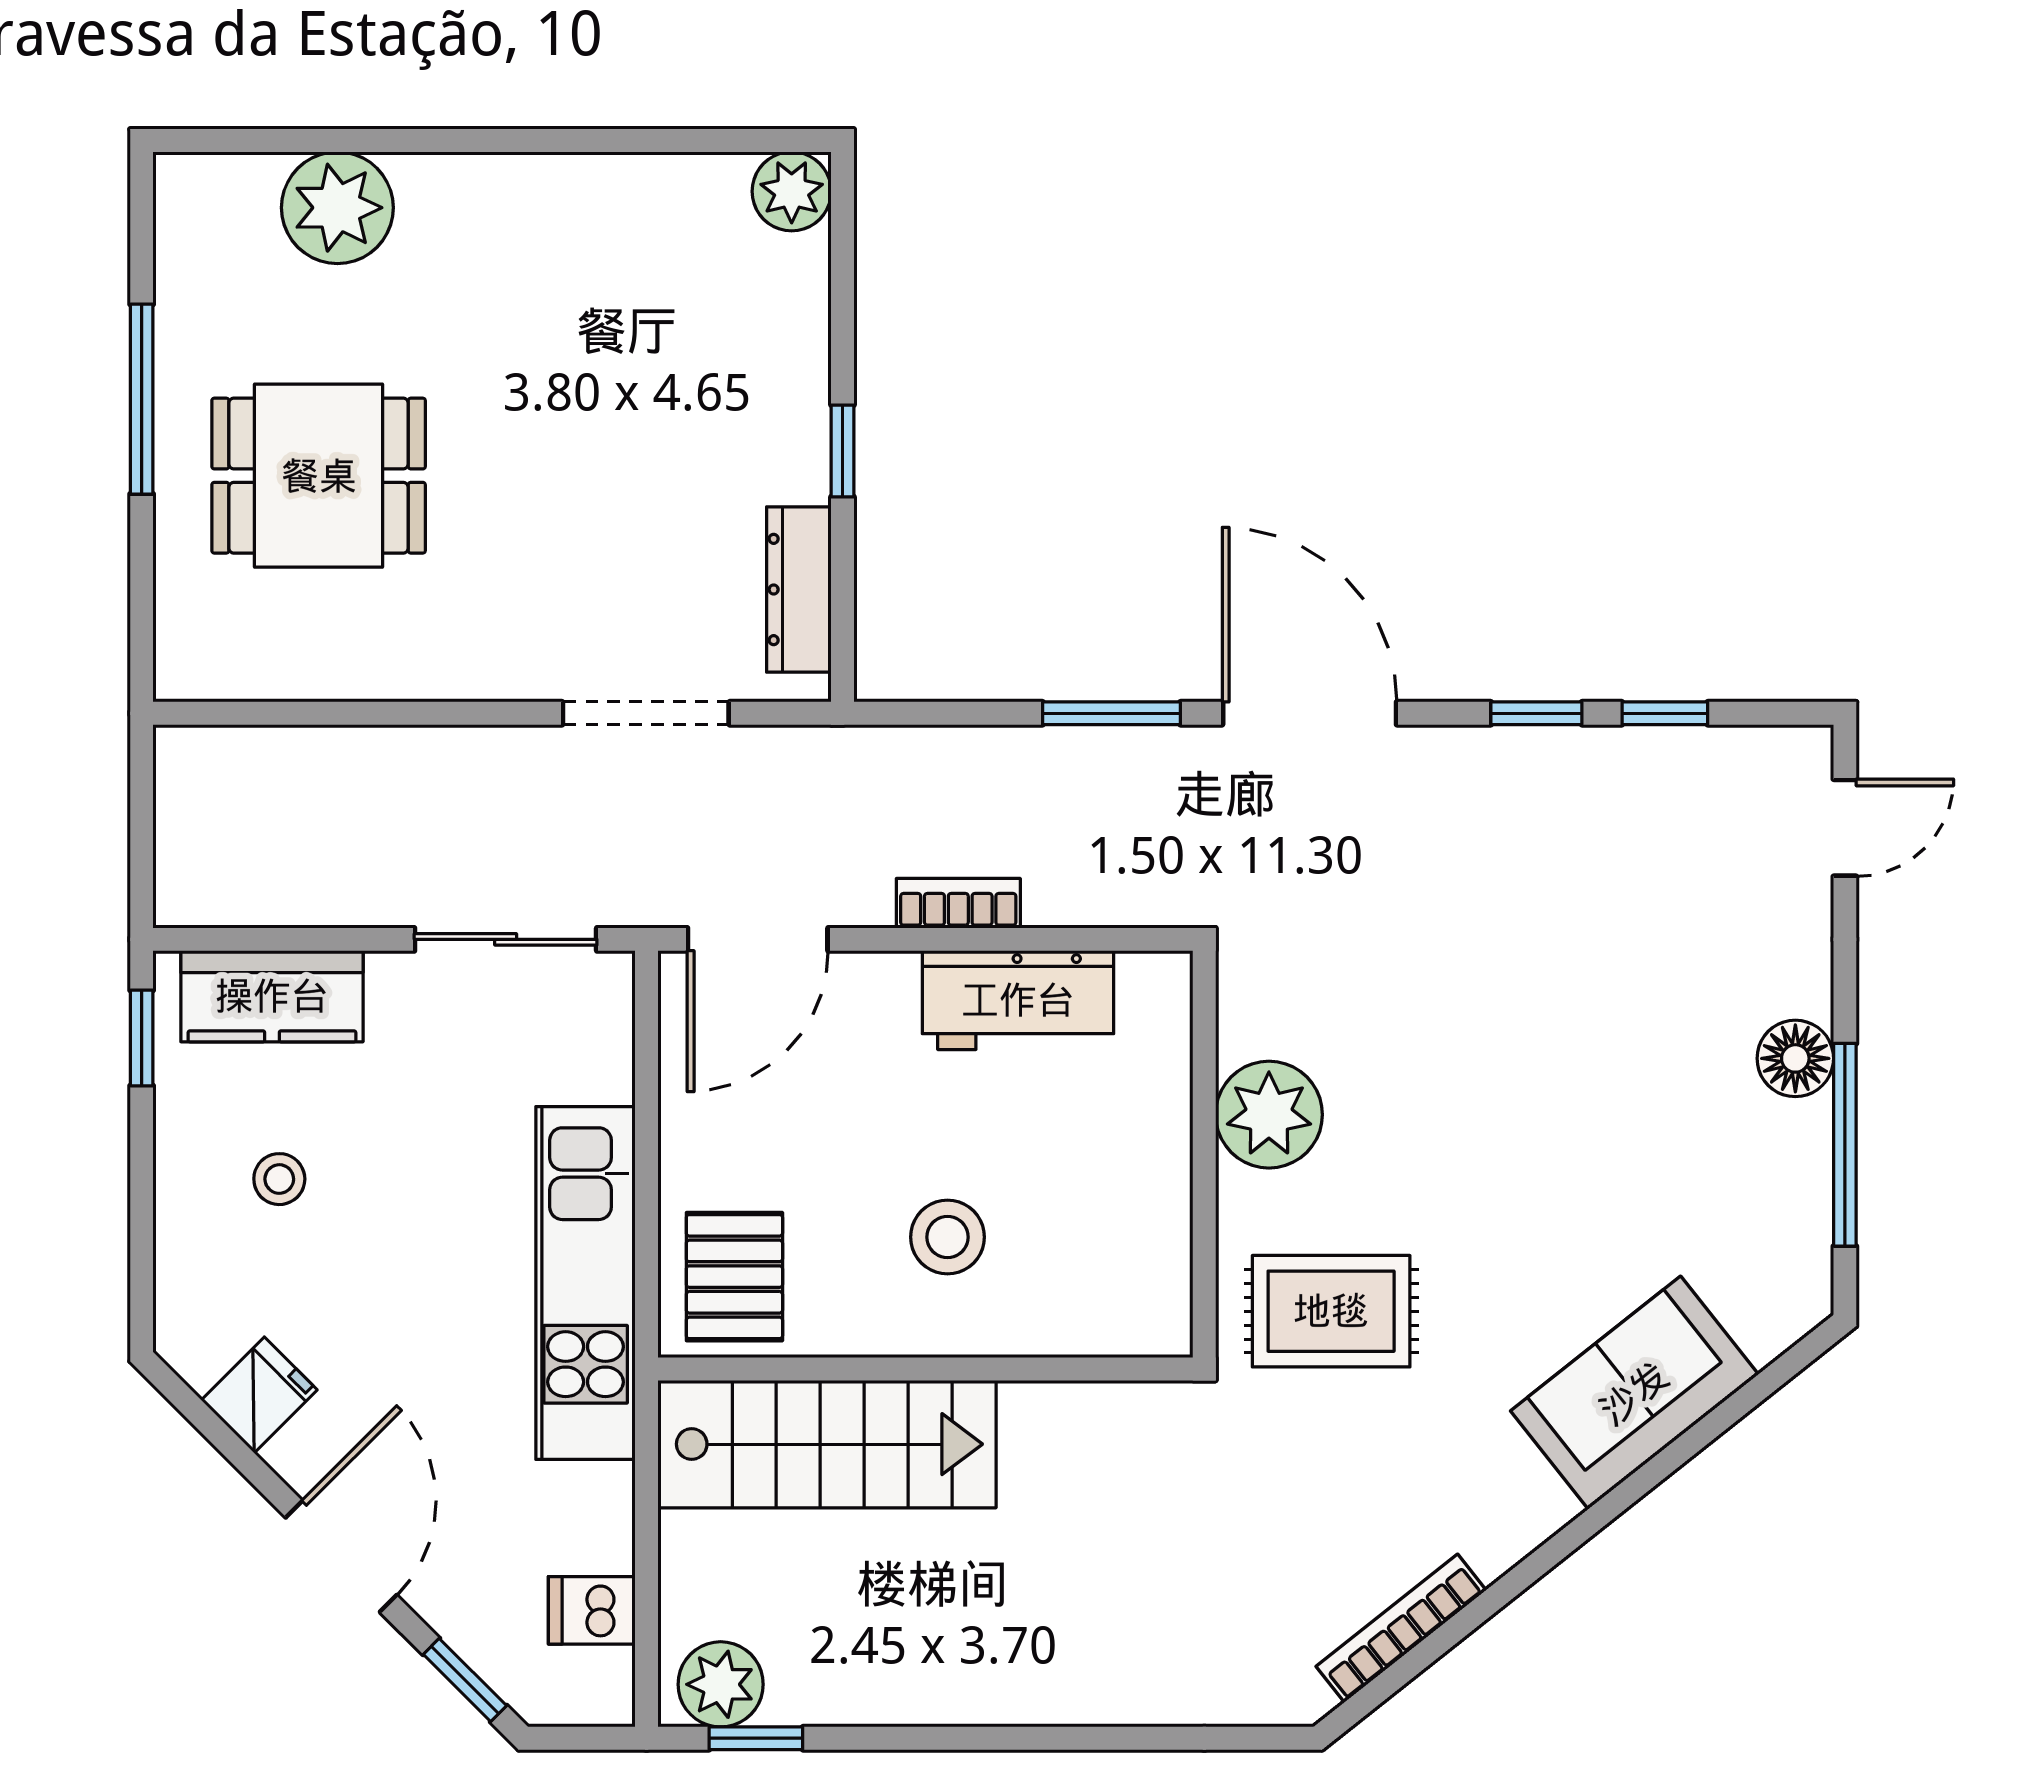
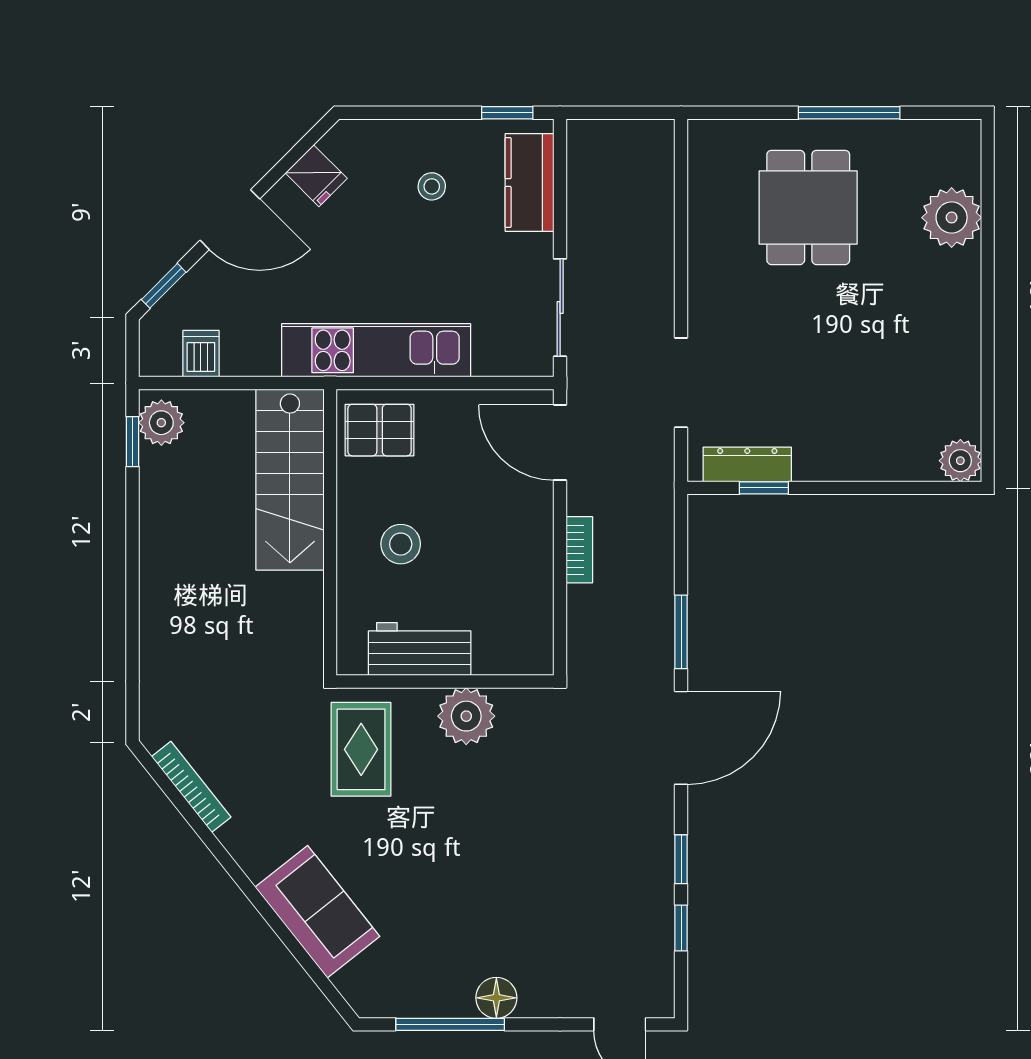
window: (843, 451) -> (764, 488), moved
workbench: (1018, 1000) -> (420, 649), moved, turned 90

